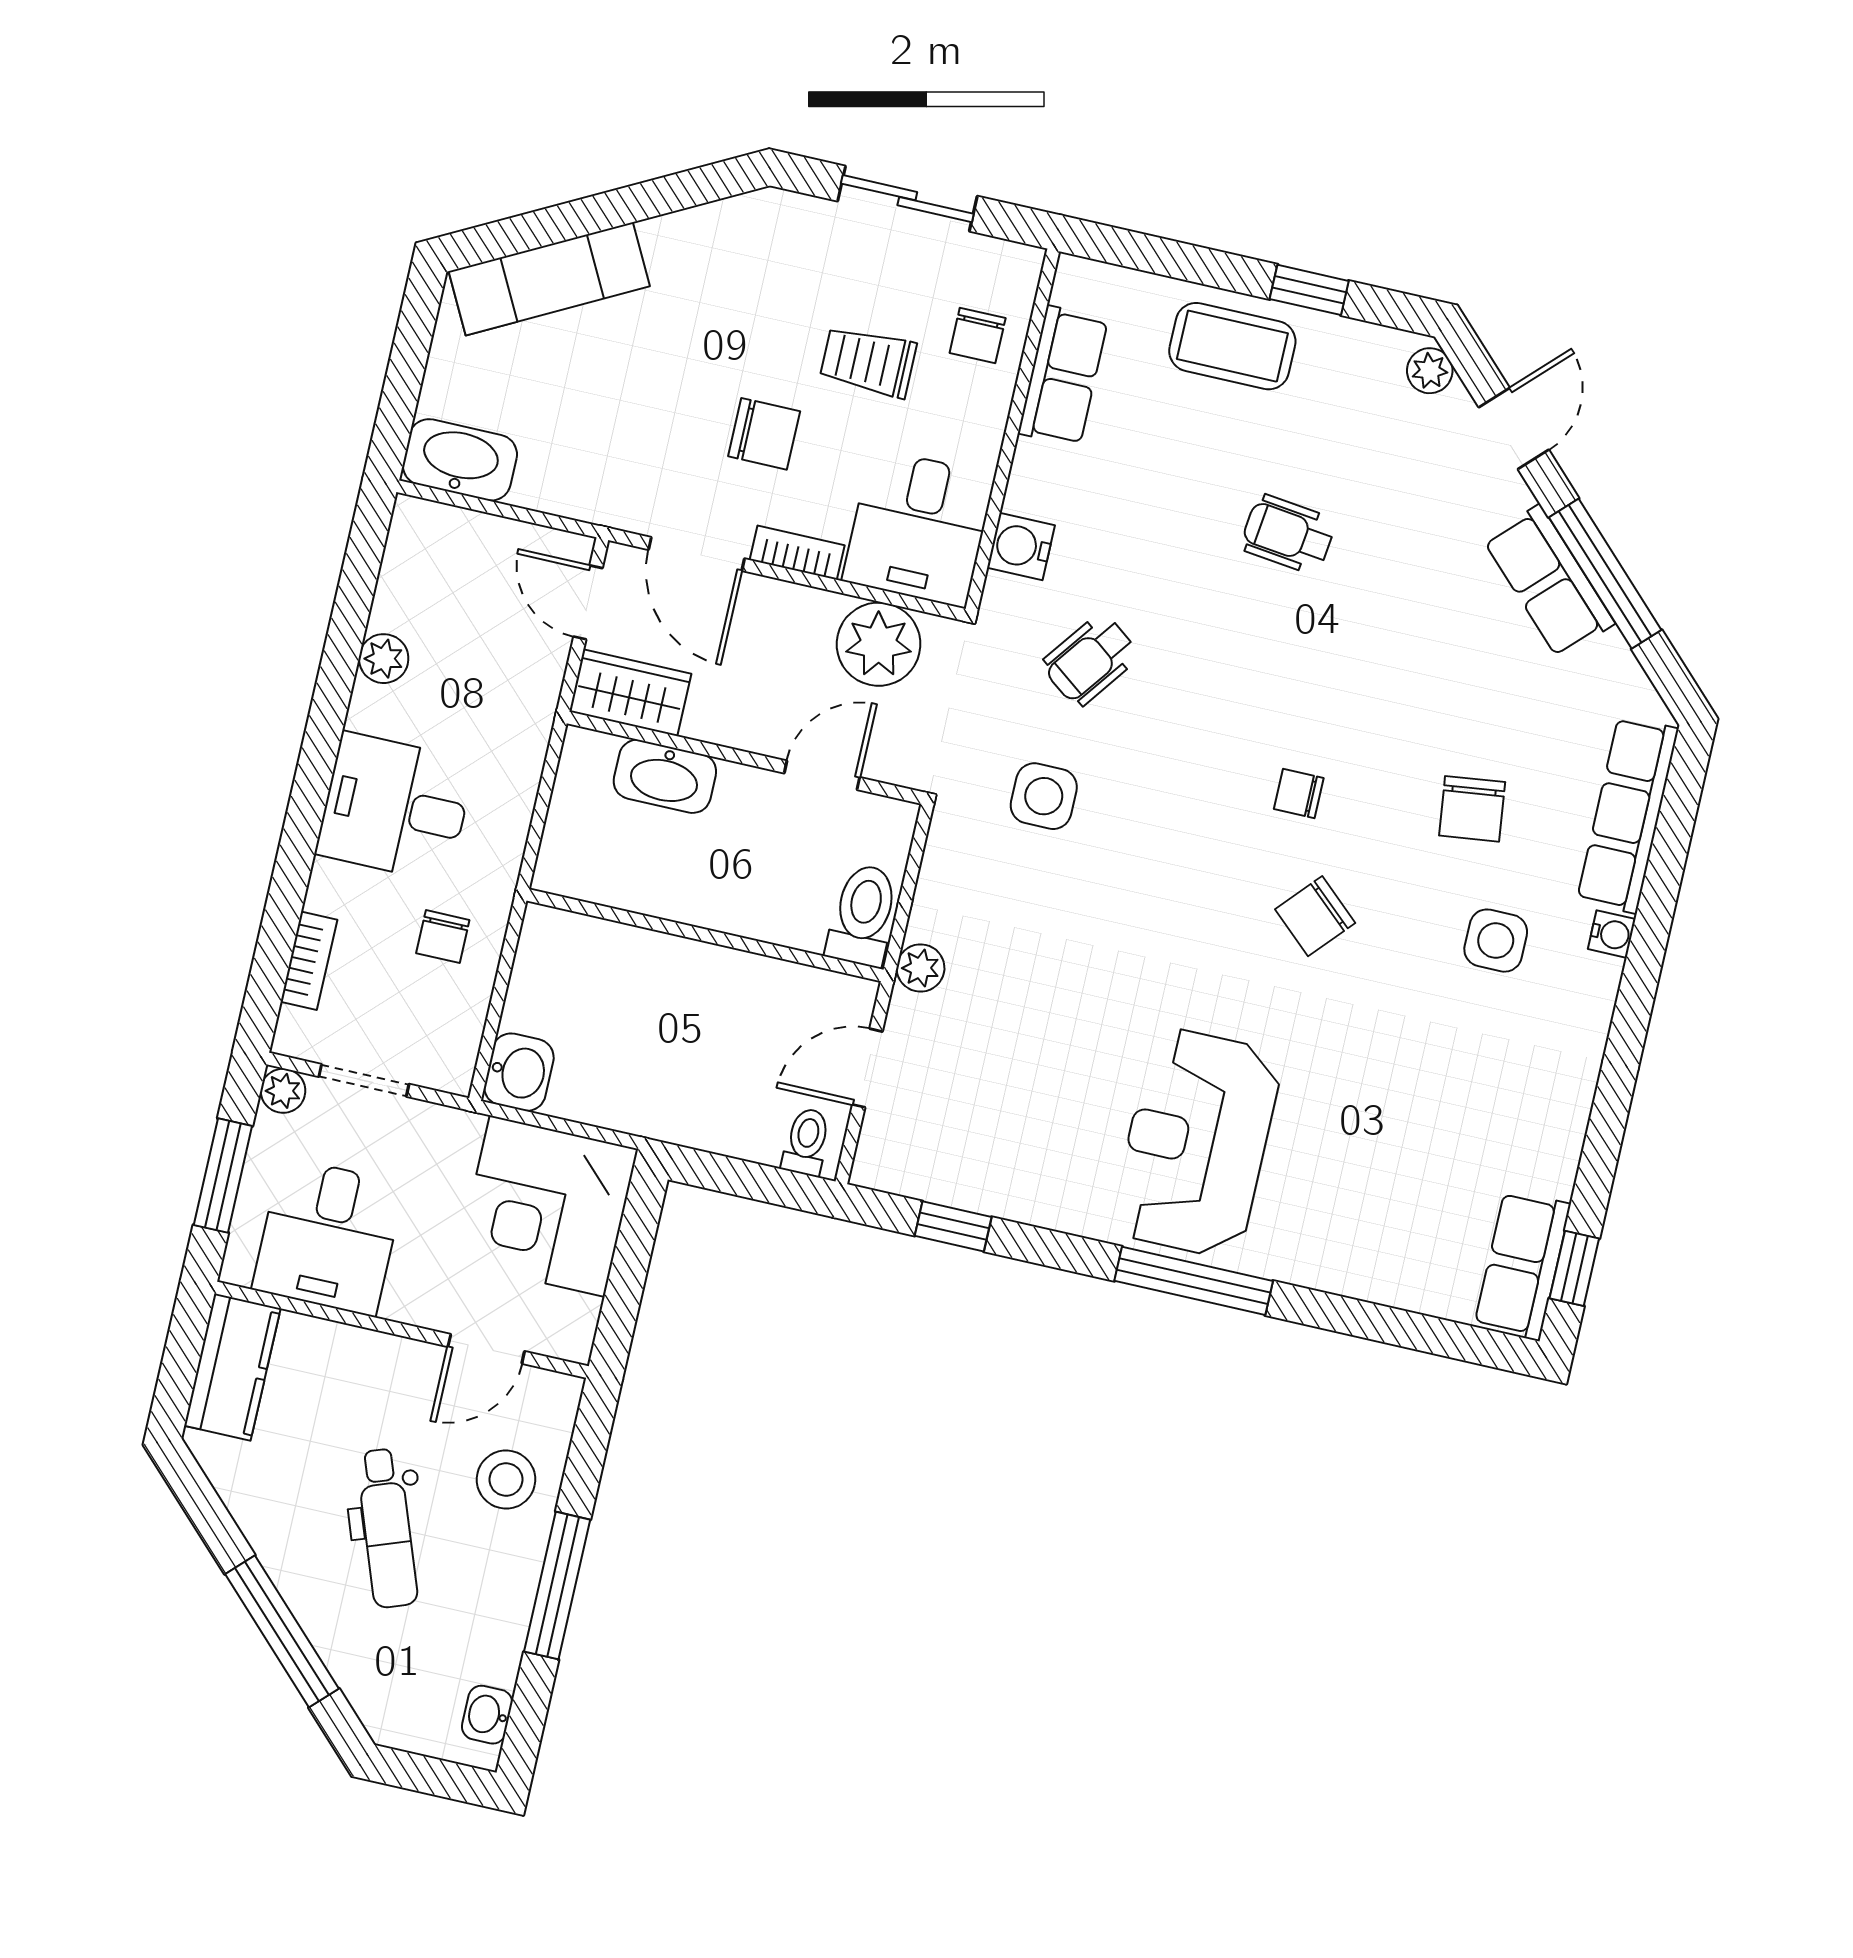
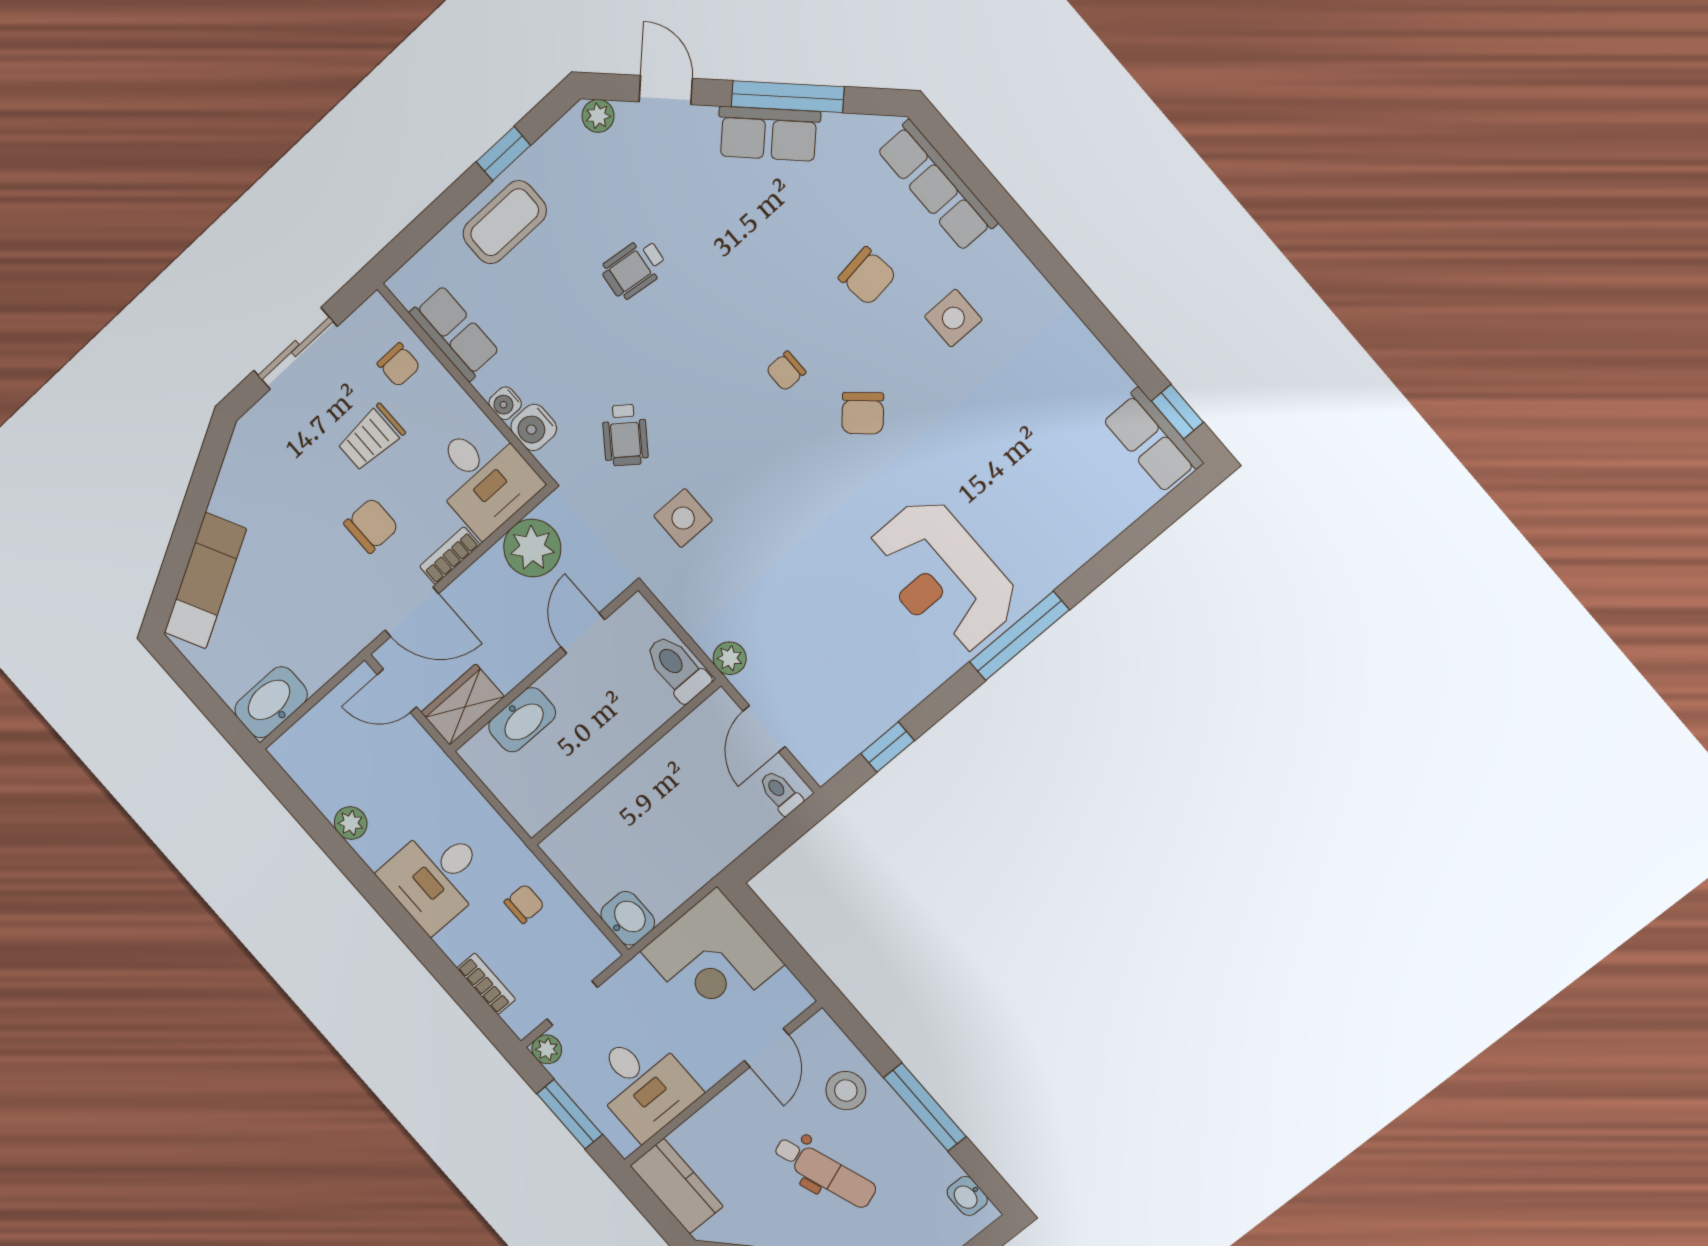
water cooler: (1612, 934) -> (505, 403), moved, turned 180
chair: (443, 937) -> (524, 904), turned -90

